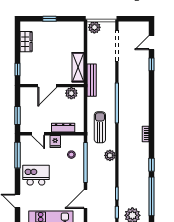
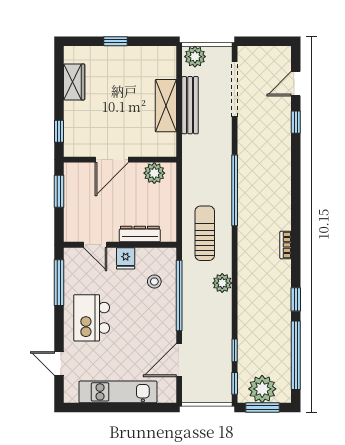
shelving: (78, 67) -> (166, 106), moved
bench: (92, 80) -> (190, 105), moved
window: (17, 116) -> (59, 191), moved
kitchen island: (36, 175) -> (92, 318), turned -90

